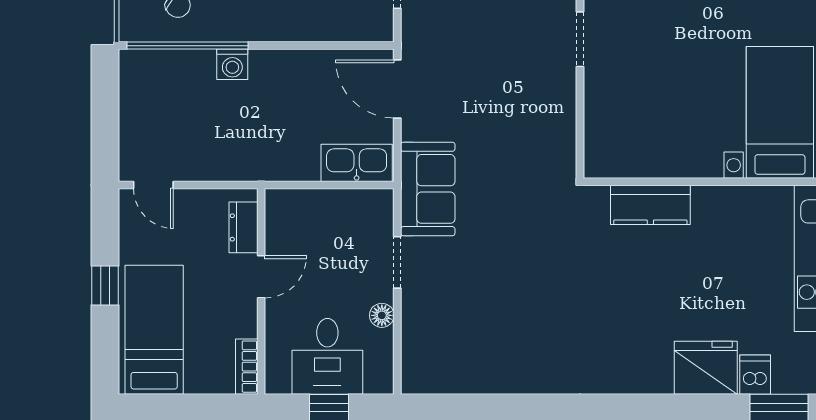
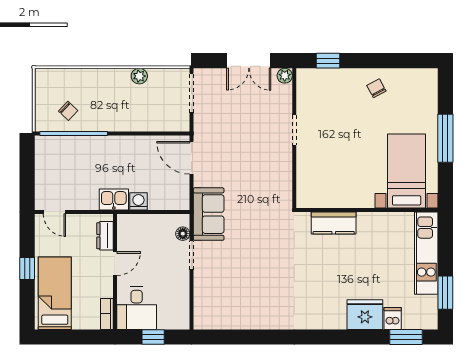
washing machine: (232, 64) -> (138, 201), moved, turned 180
kitchen sink: (357, 163) -> (114, 199), moved, width x0.73
floor lamp: (382, 315) -> (183, 234), moved
desk: (327, 356) -> (137, 308), moved

